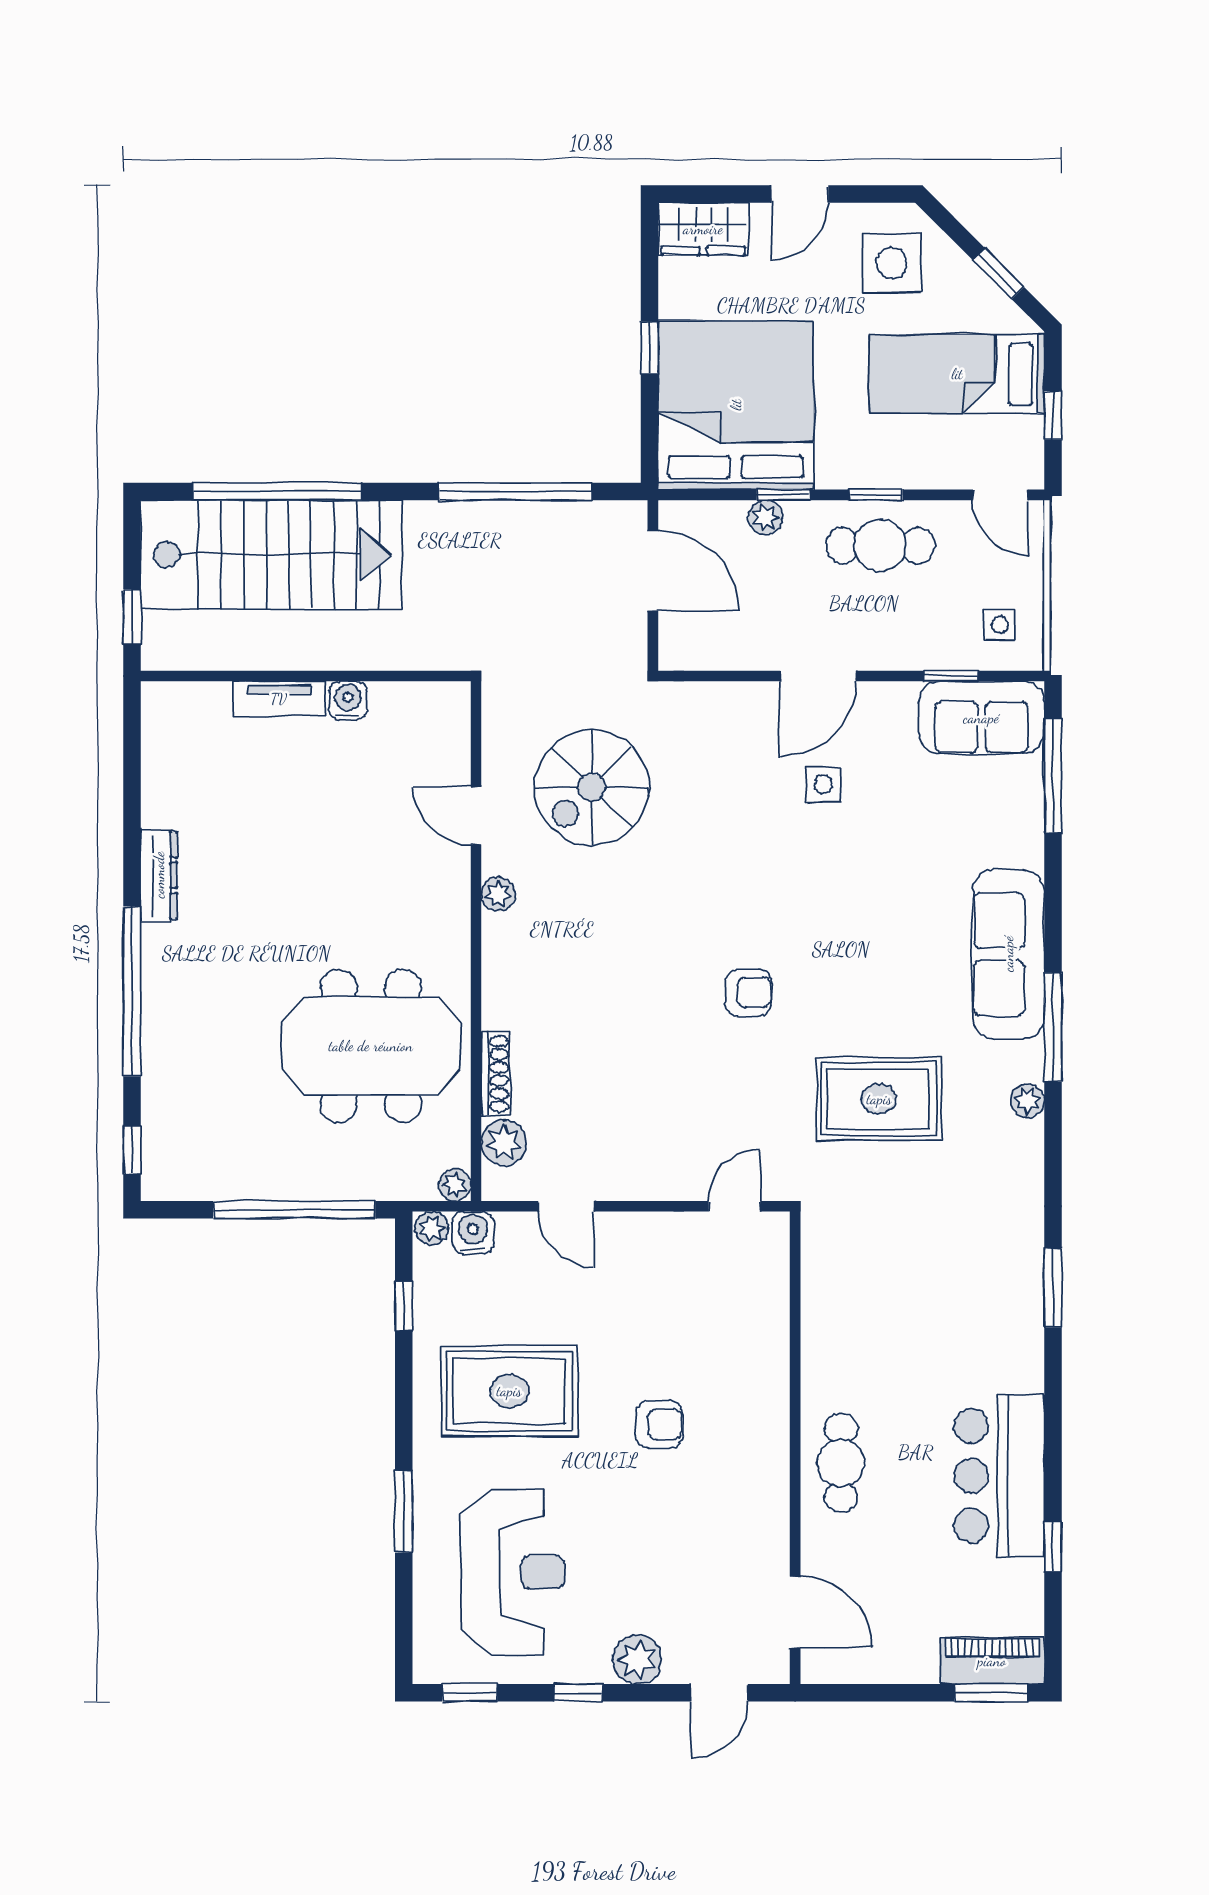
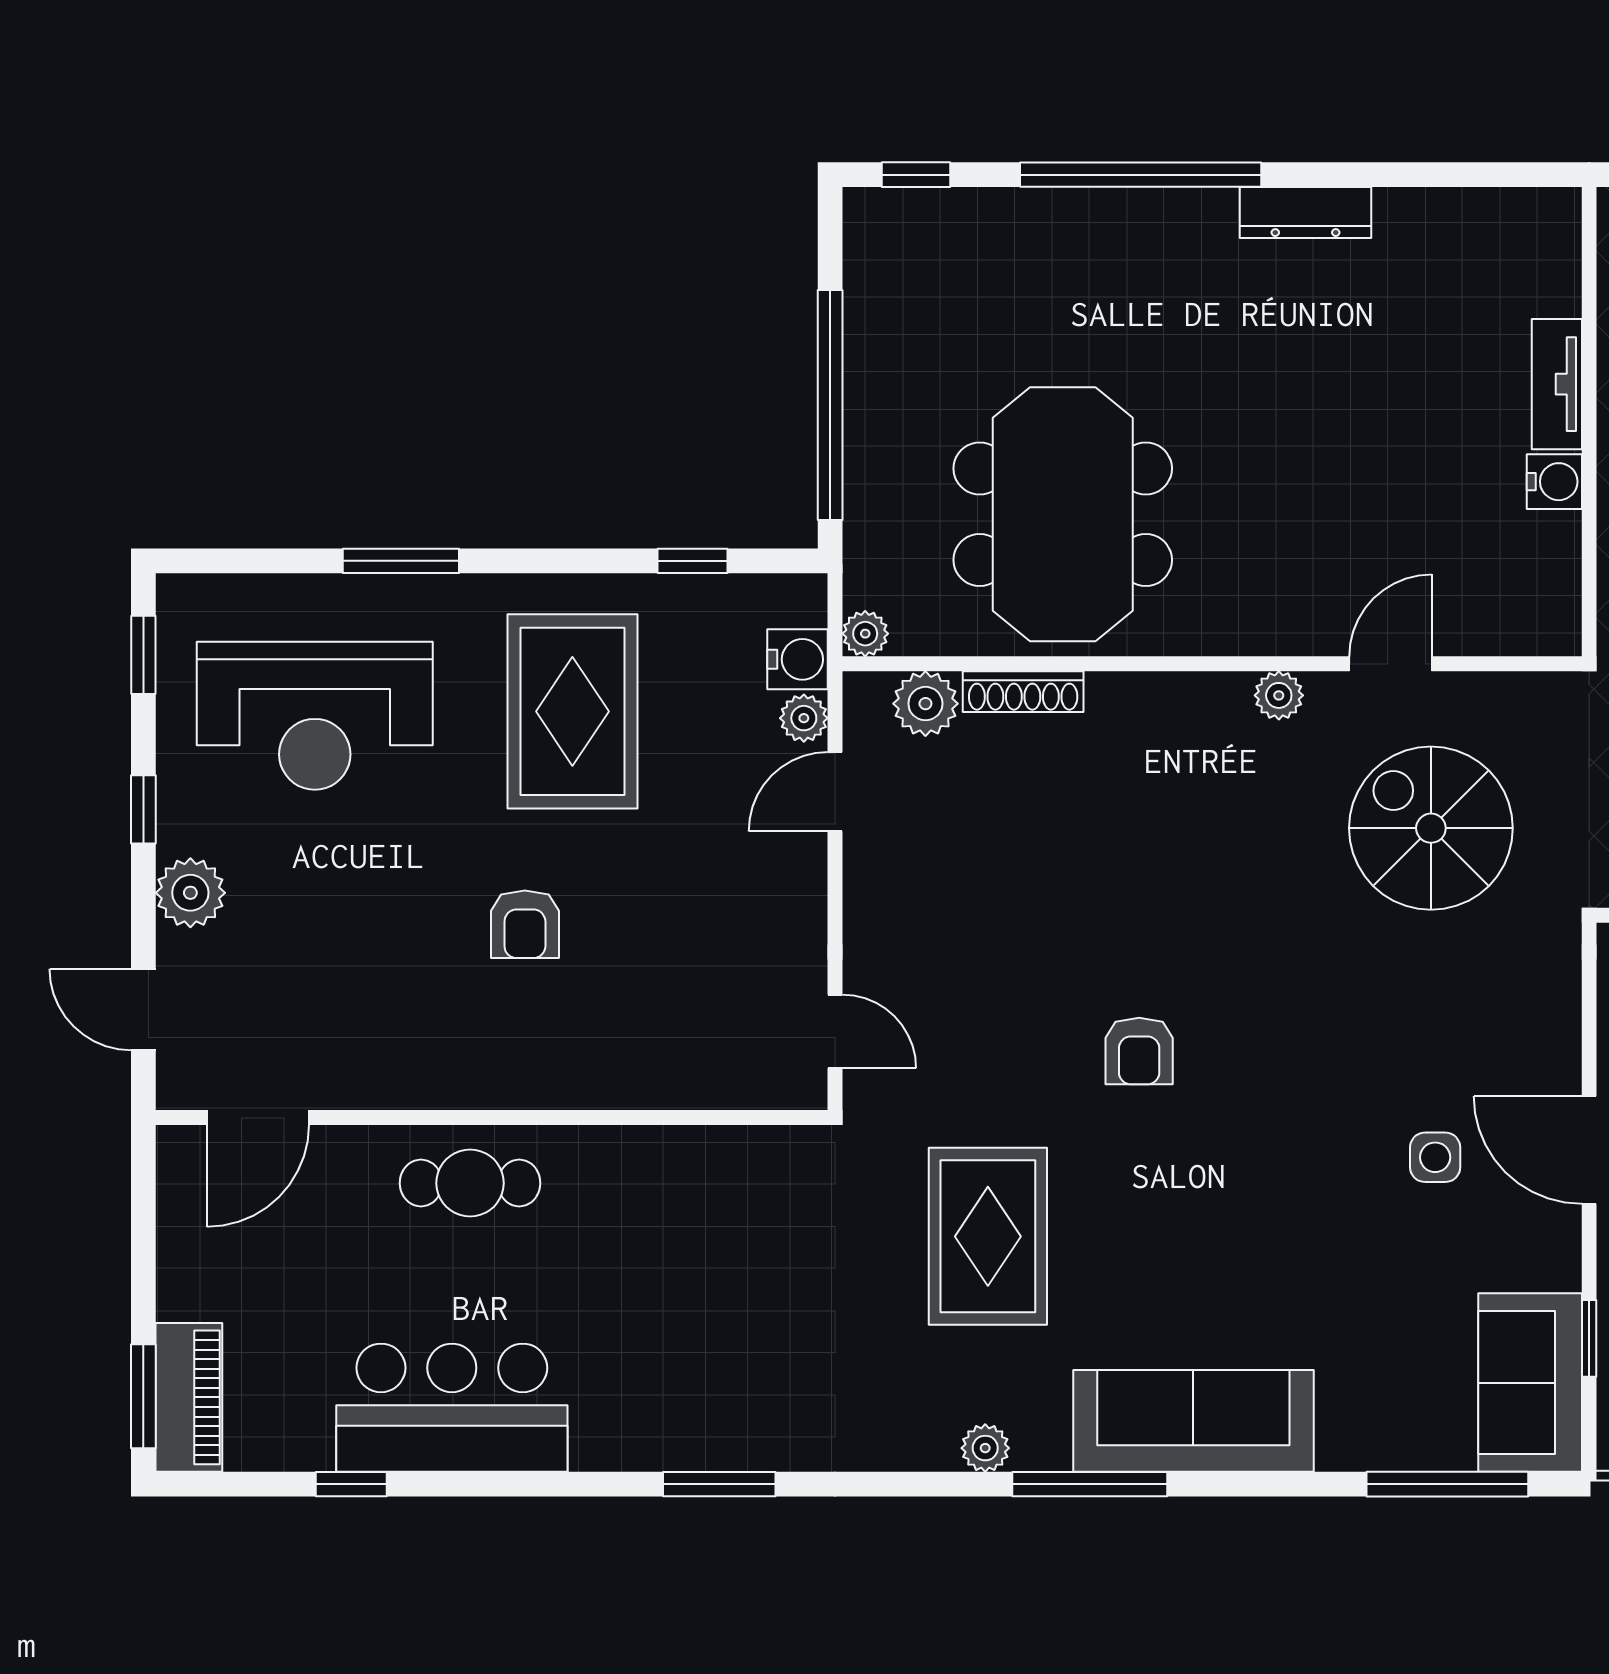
plant: (432, 1228) -> (804, 718), moved

